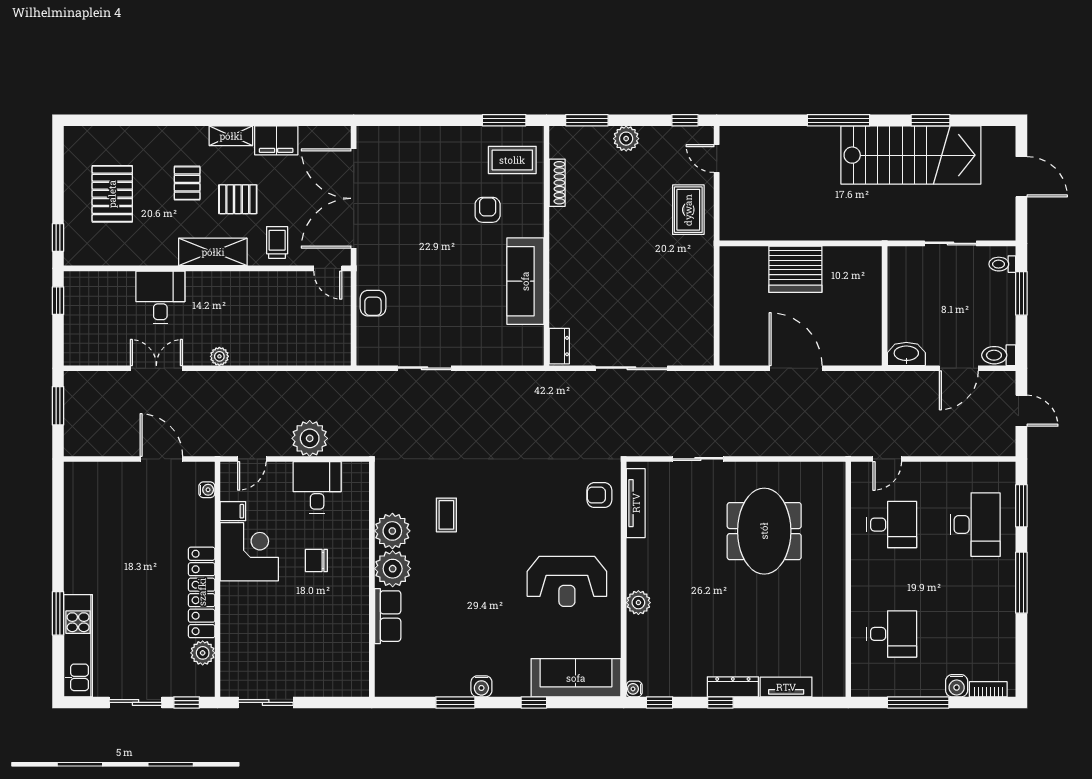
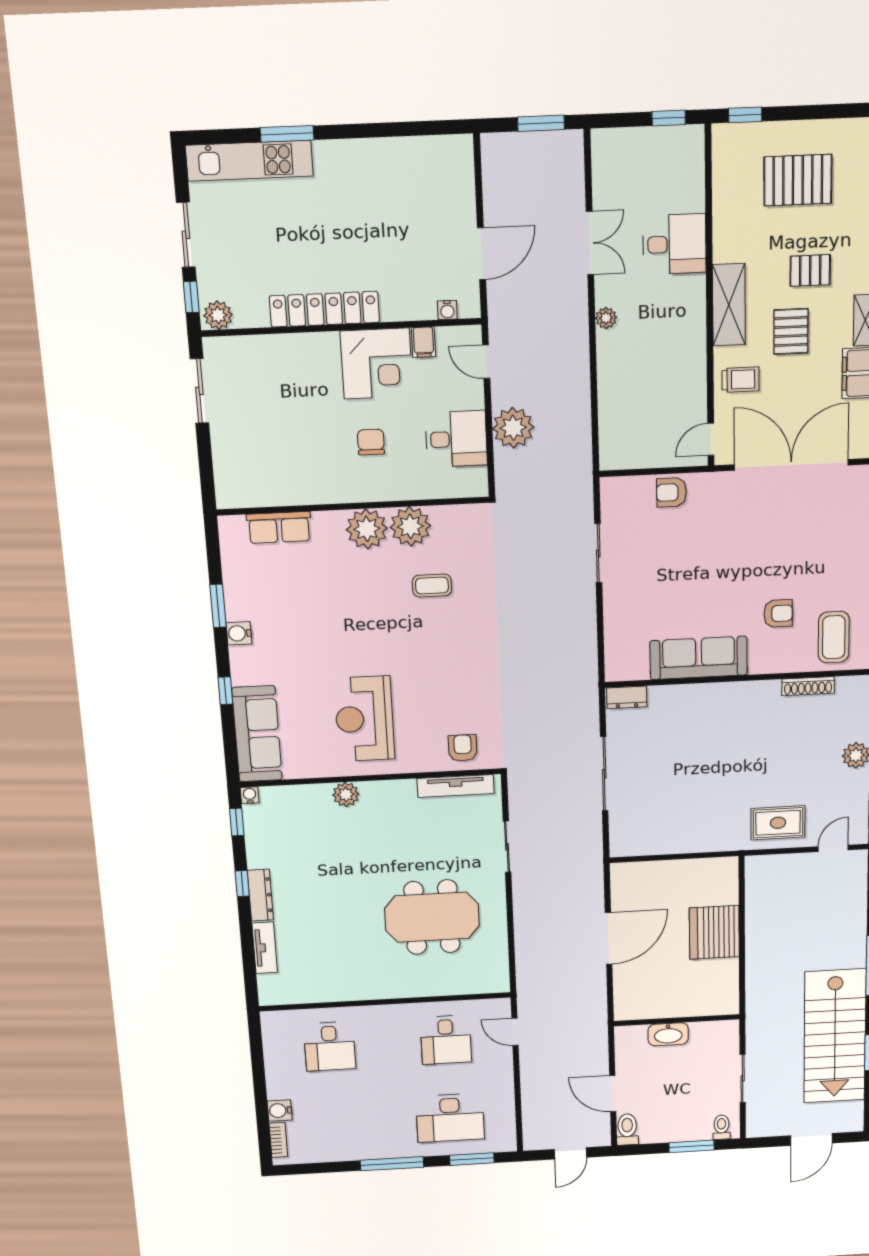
washbasin: (906, 354) -> (668, 1034), moved, turned 90
row of seats: (388, 616) -> (279, 527), moved
plant: (203, 653) -> (218, 315), moved
window: (918, 702) -> (259, 1076), removed

